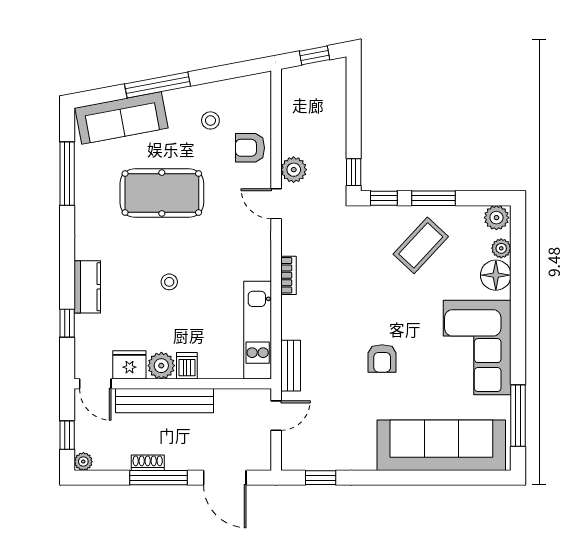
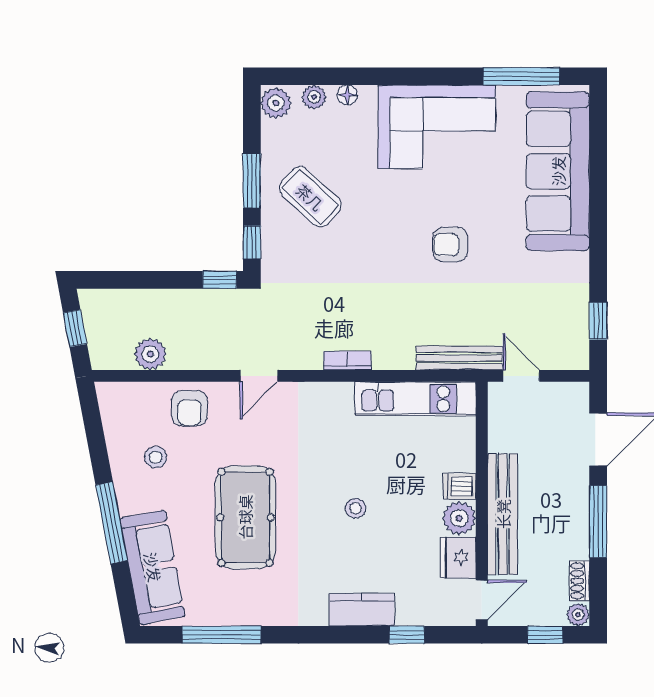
plant: (294, 170) -> (150, 354), moved
floor lamp: (496, 275) -> (347, 95), width x0.53, depth x0.53
armchair: (382, 358) -> (450, 245), turned 180
bench: (291, 366) -> (459, 358), width x1.36
shoe rack: (148, 463) -> (580, 581), moved

